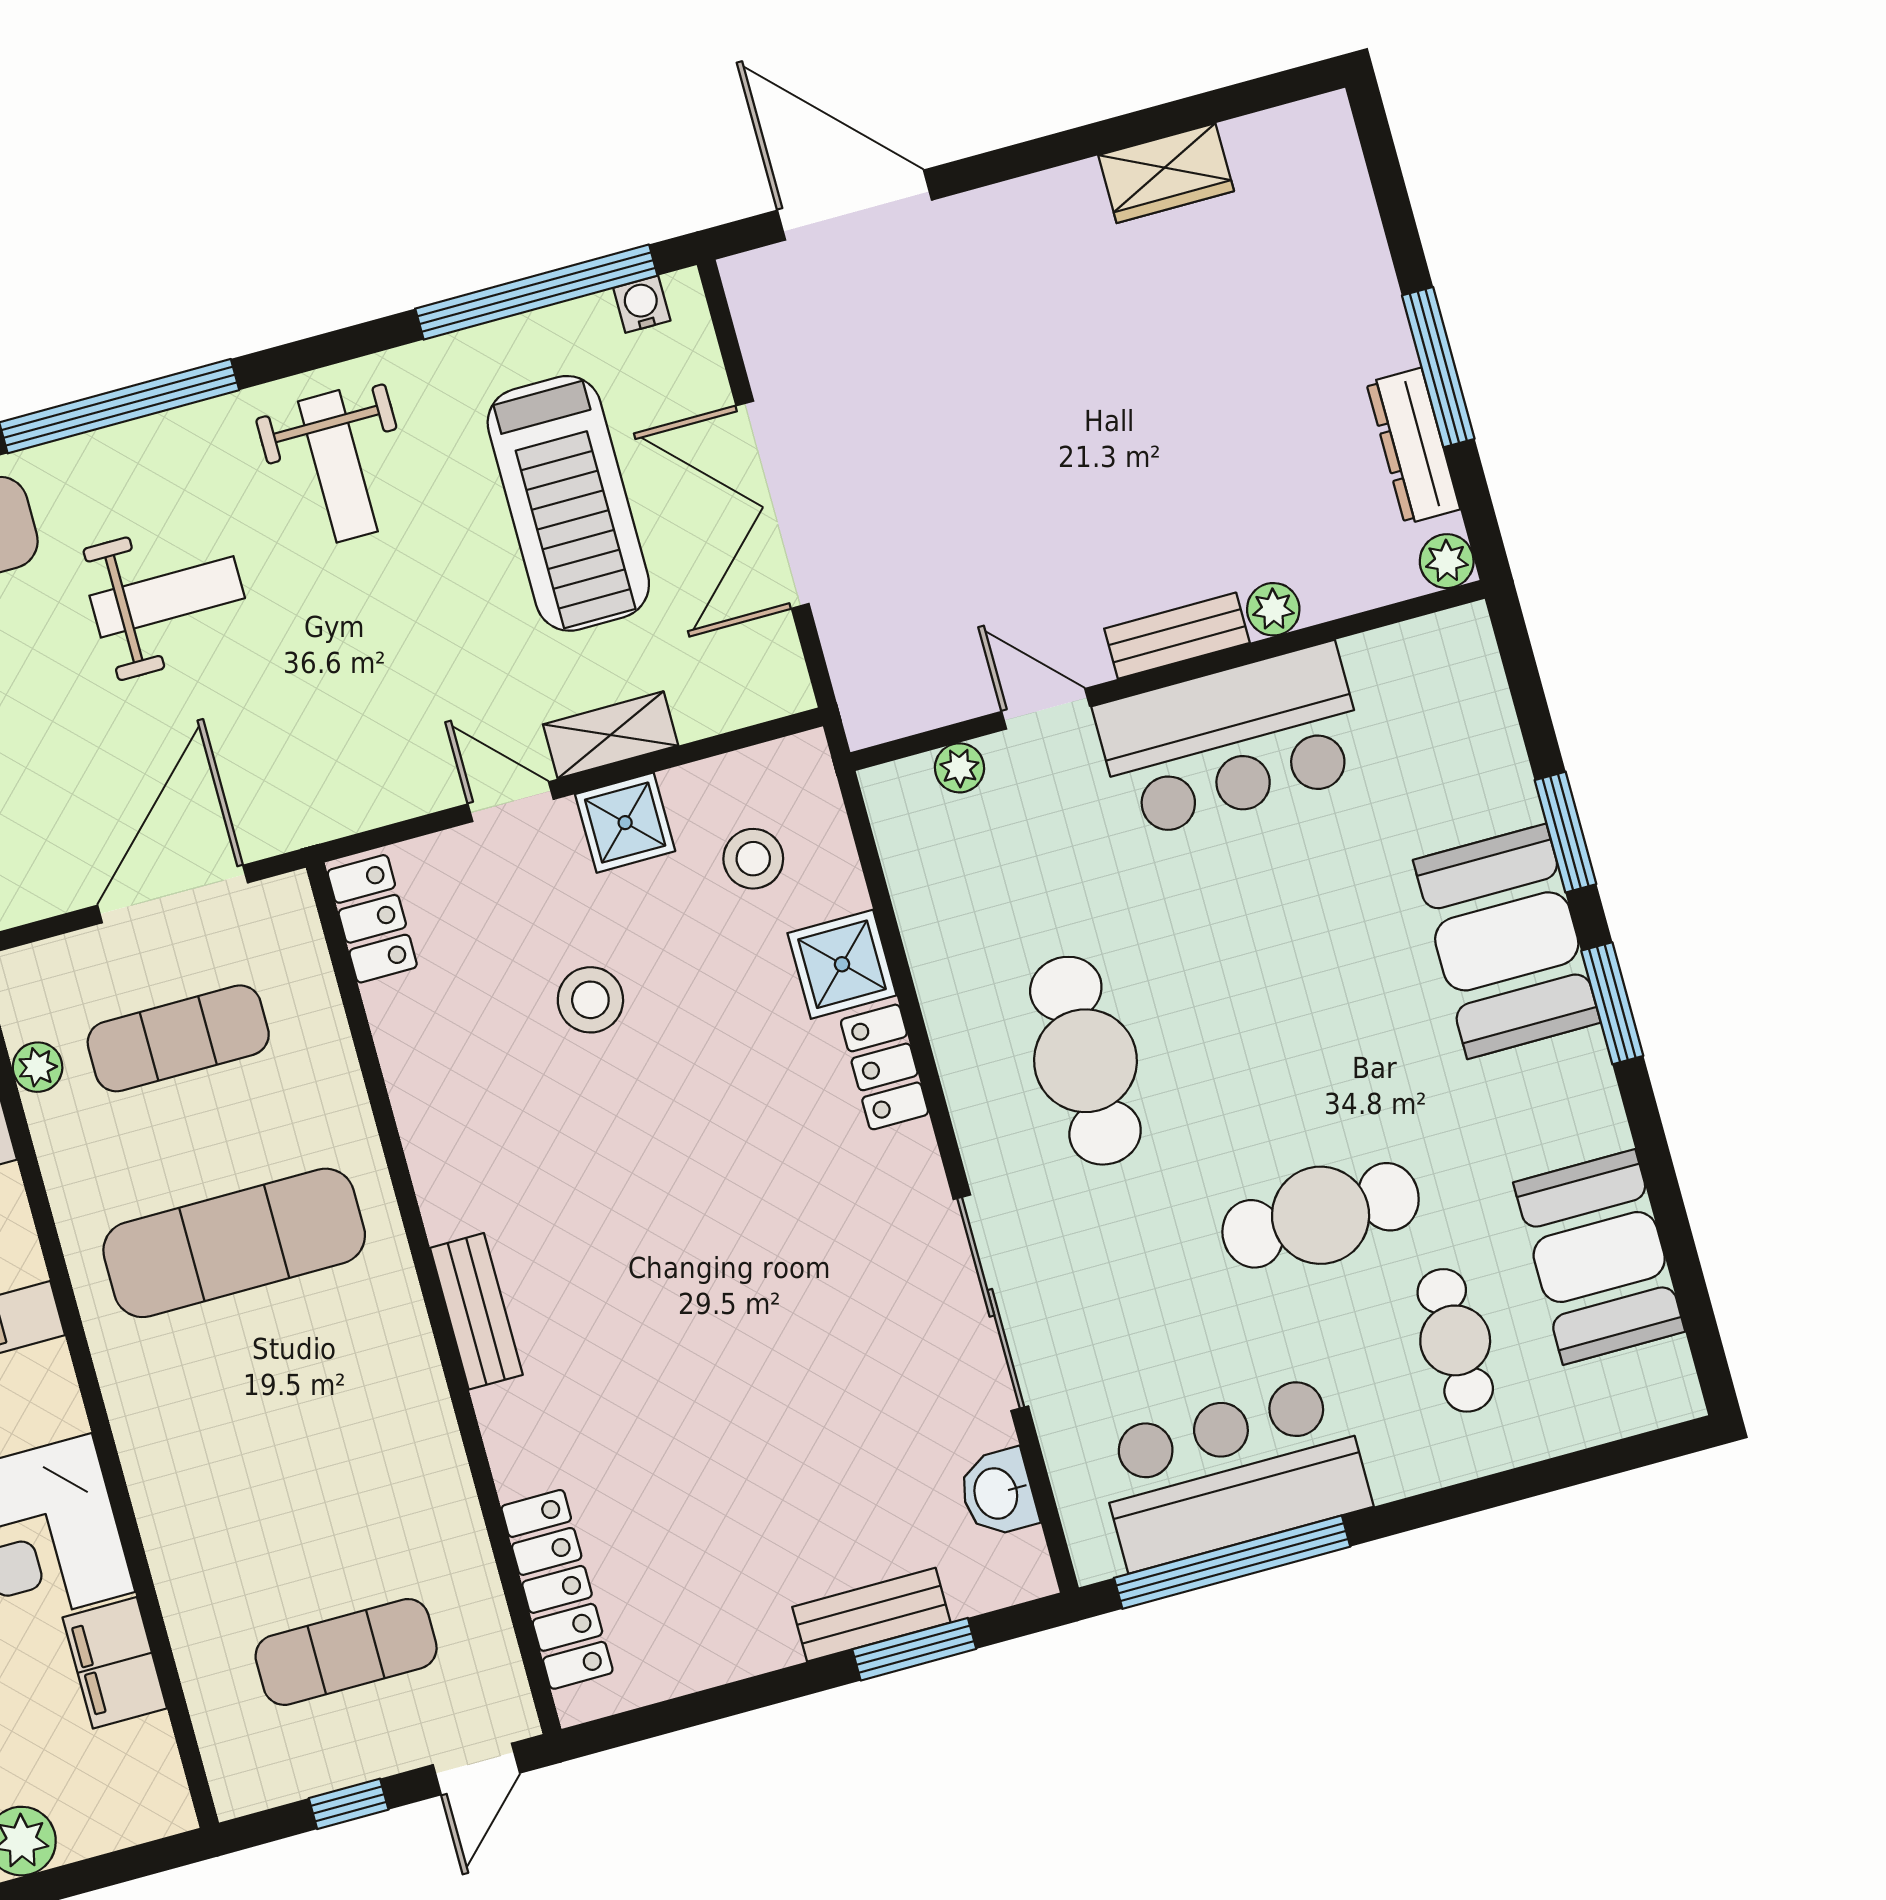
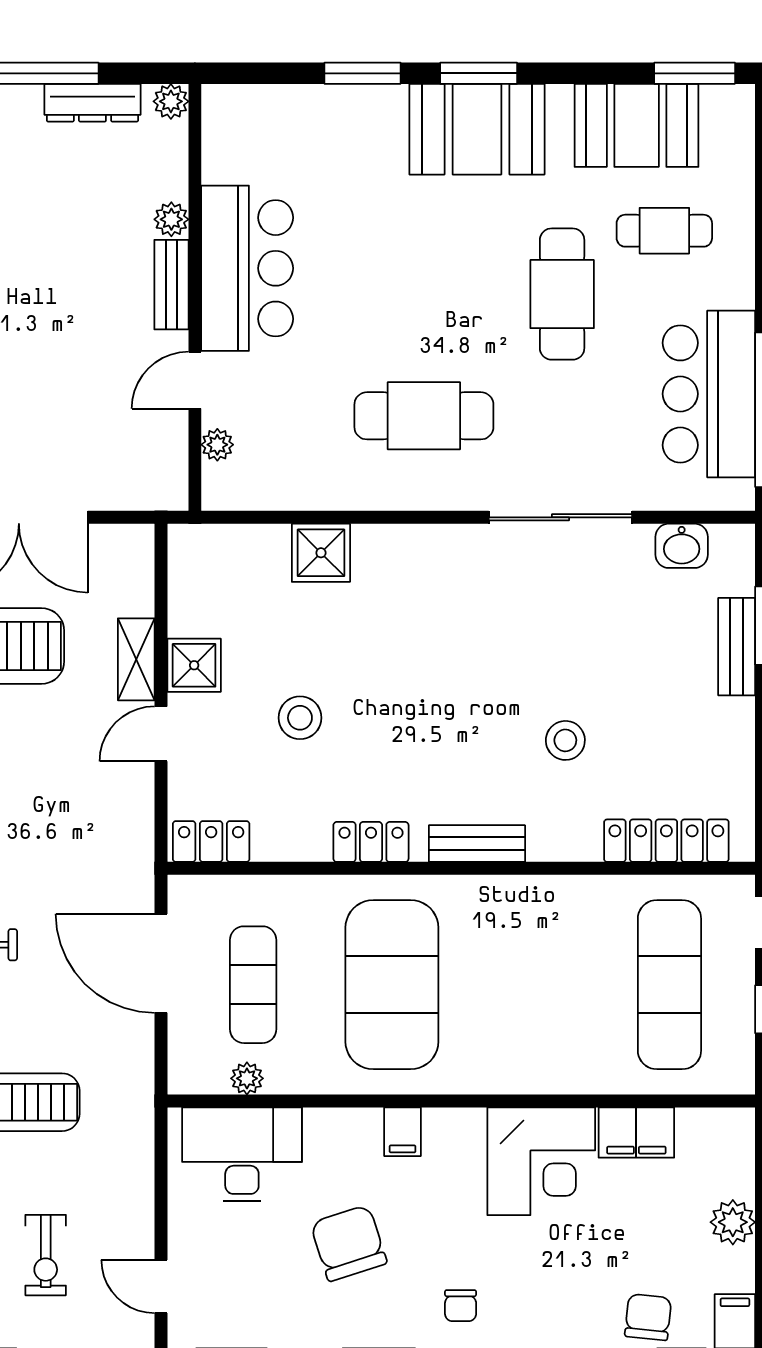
stool: (753, 859) -> (565, 740), moved
booth: (1507, 941) -> (477, 129), moved
locker: (885, 1067) -> (371, 842), moved, turned 180
exercise mat: (234, 1243) -> (392, 985), width x1.47
window: (1699, 1322) -> (695, 73), added
exercise mat: (346, 1652) -> (669, 985), width x1.36, depth x1.45

